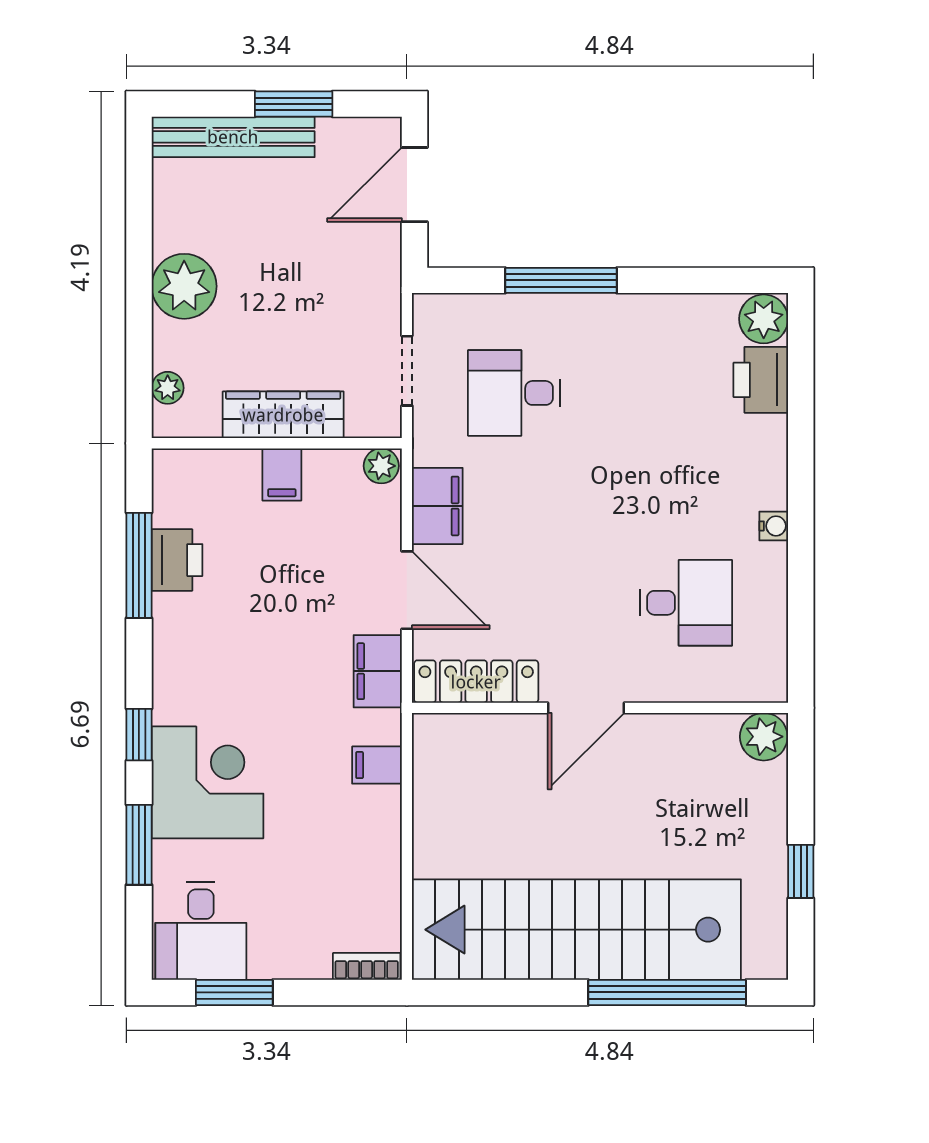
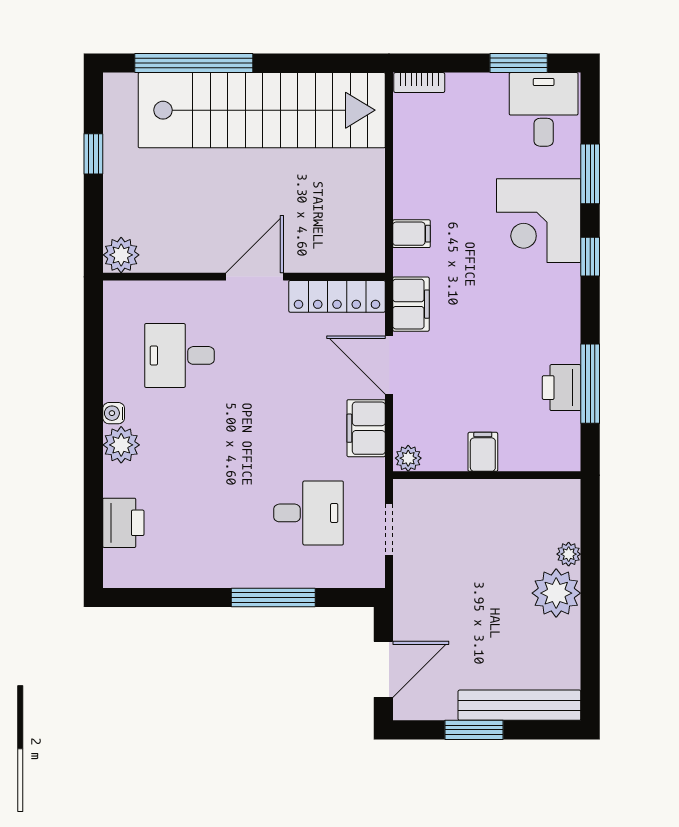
plant: (764, 319) -> (121, 445), moved
plant: (168, 388) -> (569, 554), moved
wardrobe: (283, 415) -> (482, 497), removed

